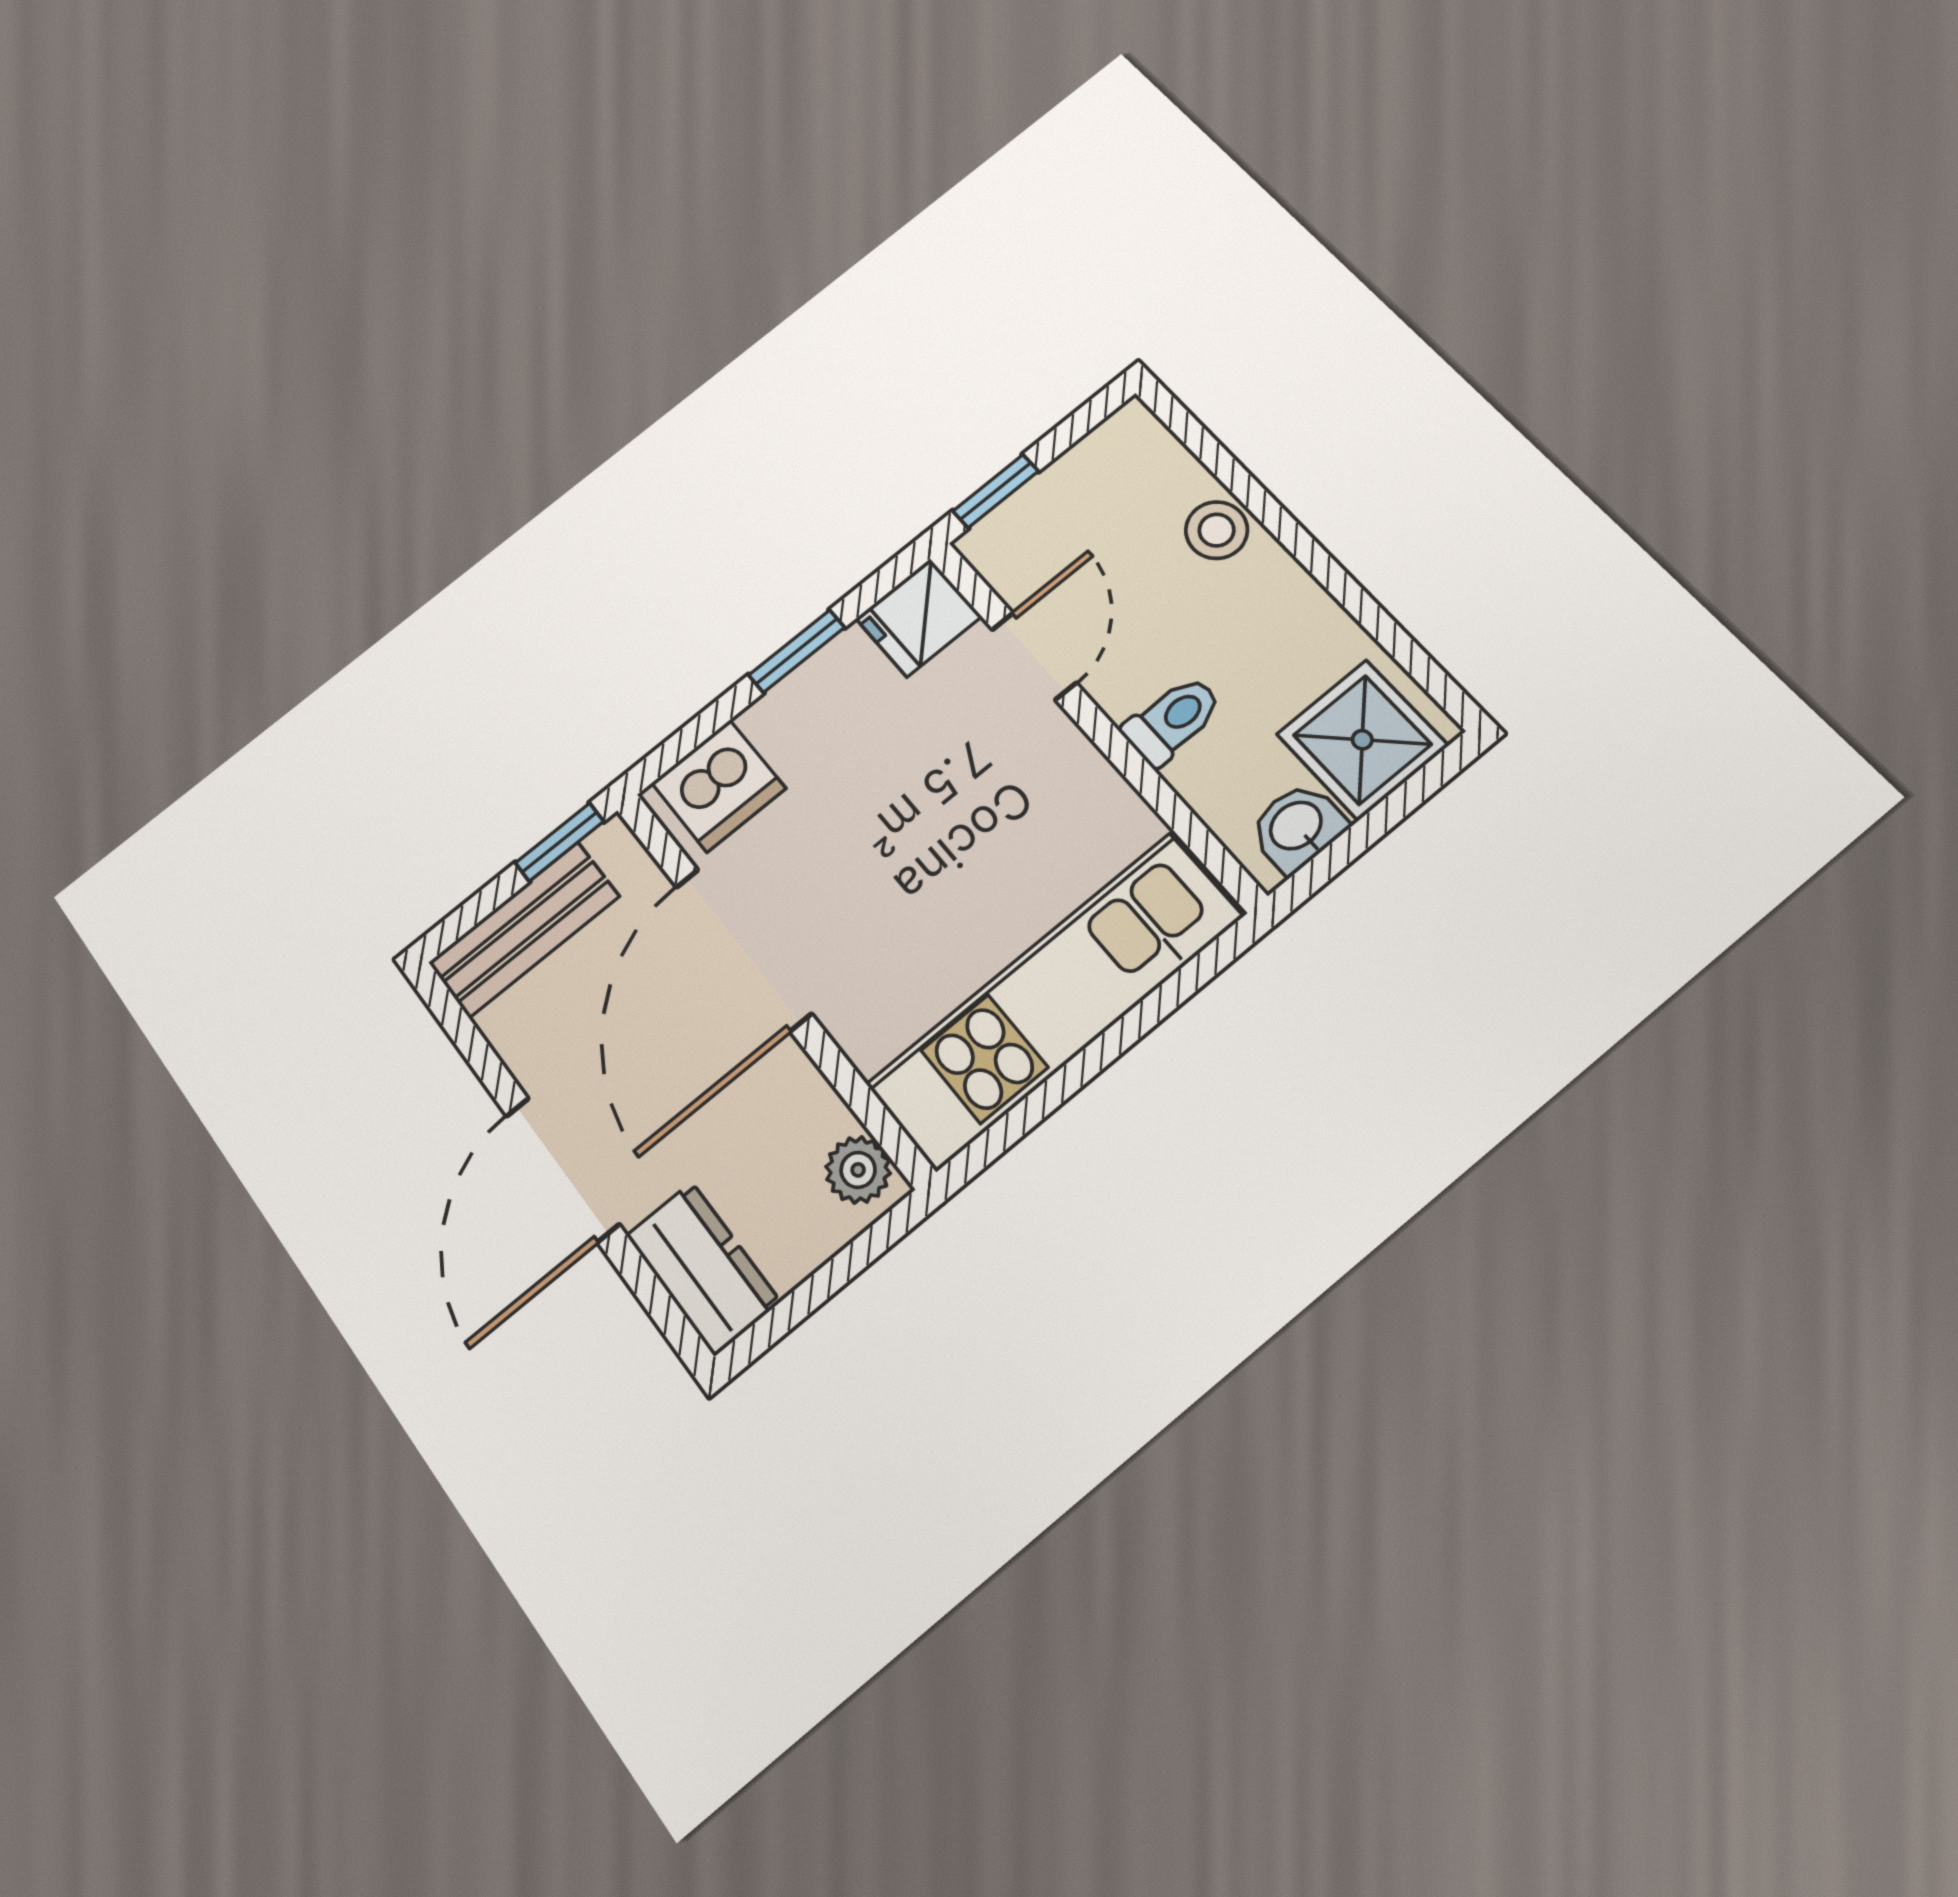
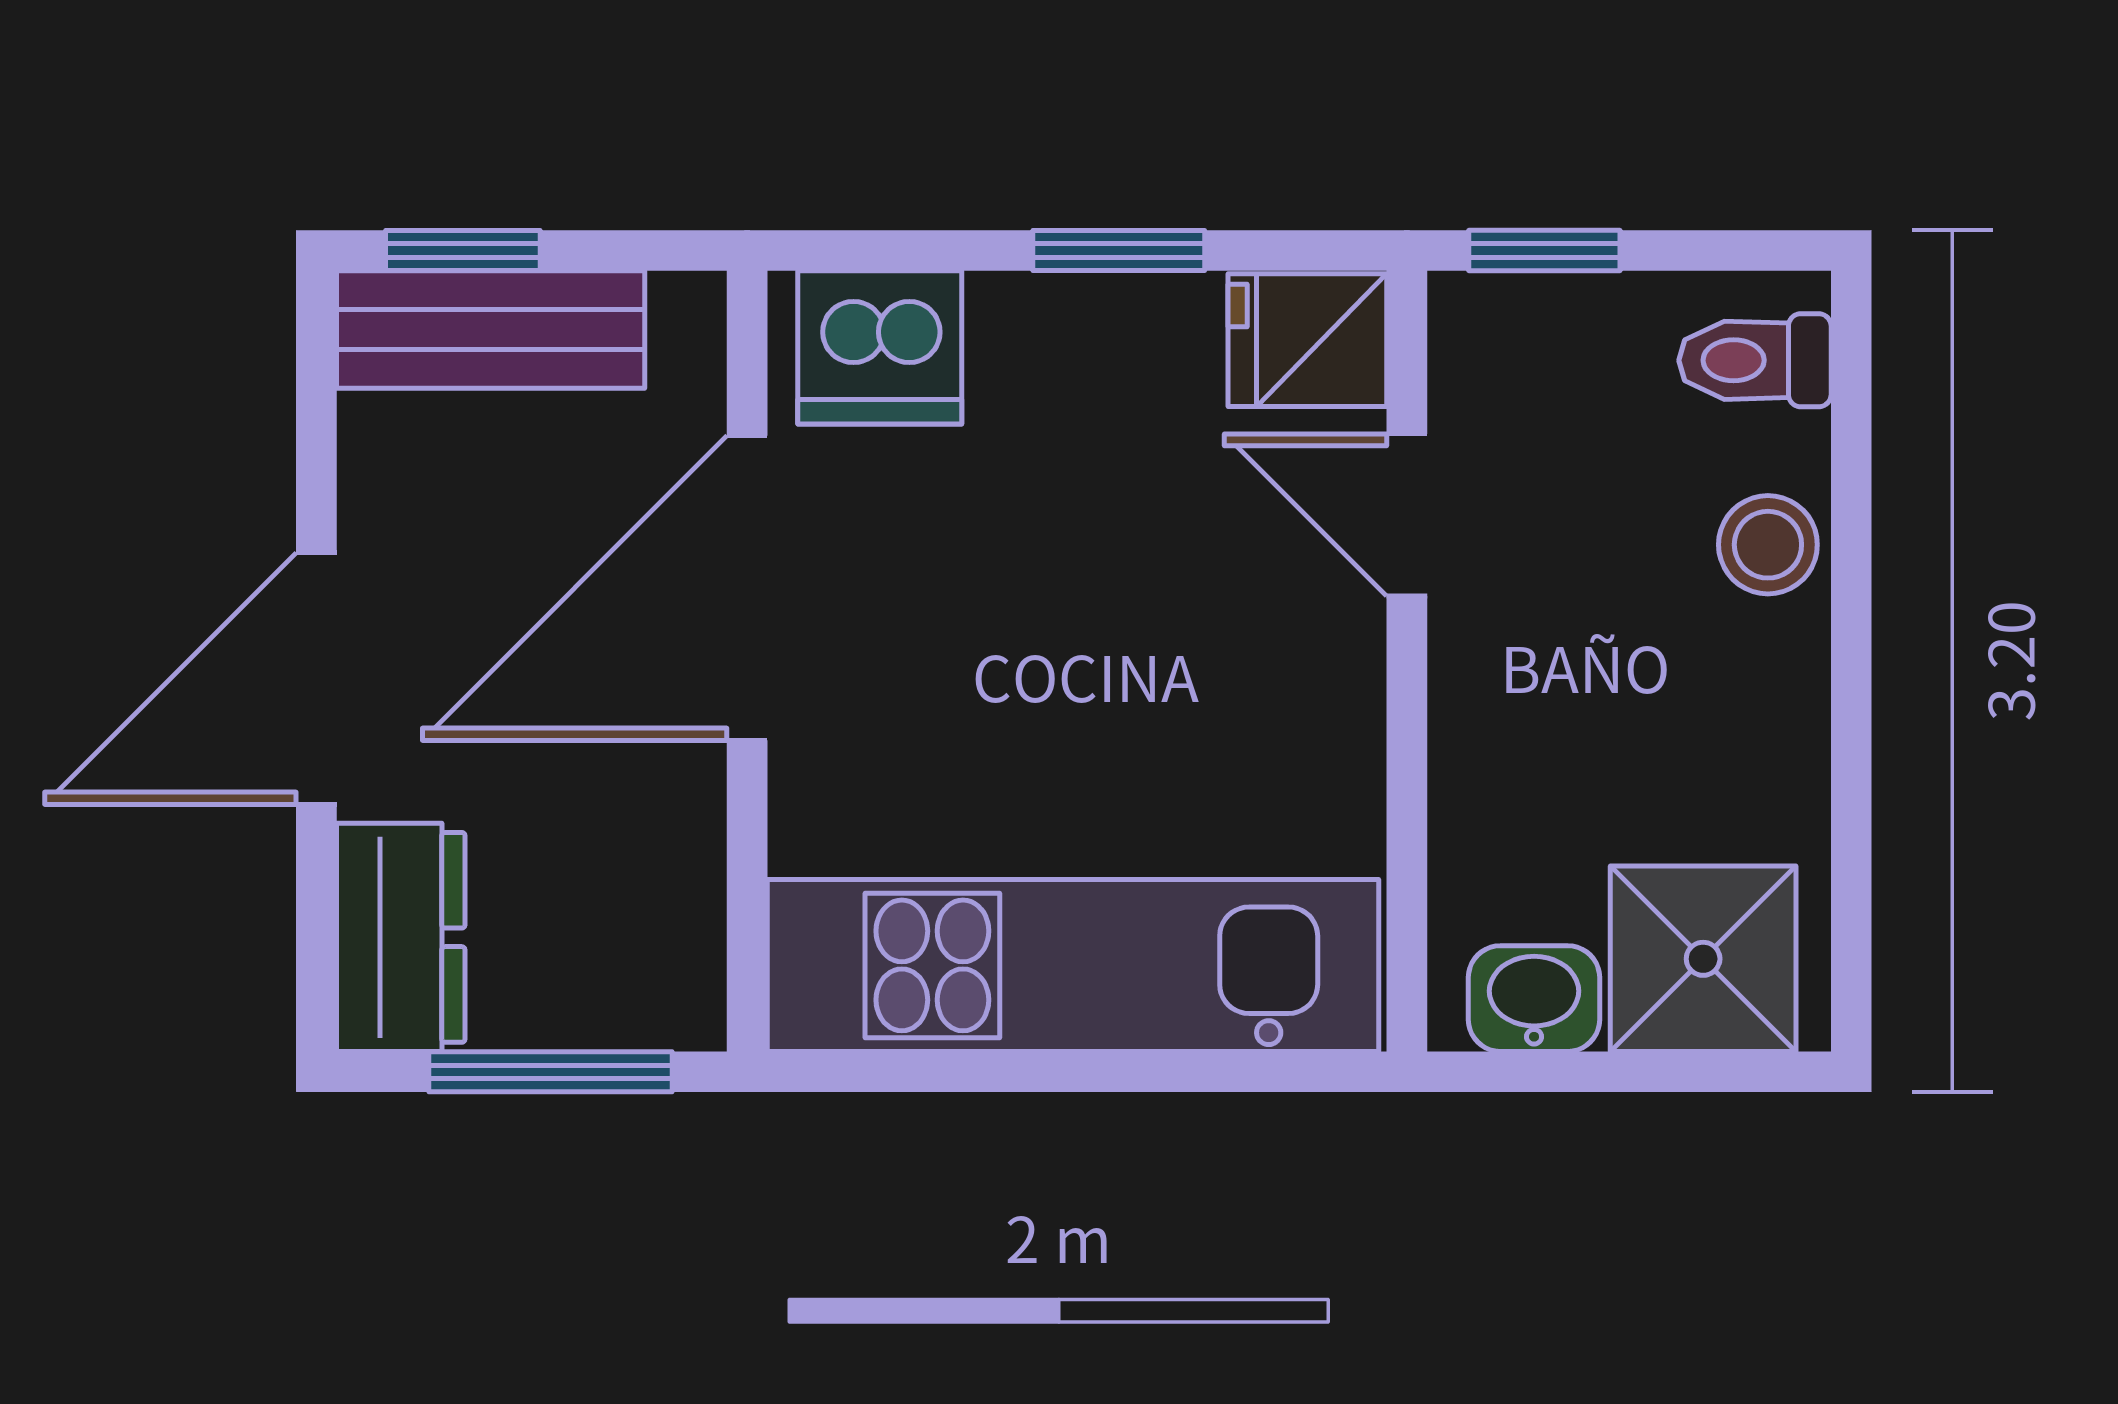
door: (1034, 656) -> (1407, 515), swing flipped
toilet: (1173, 720) -> (1755, 360), moved, turned 180
window: (559, 842) -> (463, 250), moved
plant: (858, 1170) -> (677, 973), removed
window: (833, 1276) -> (551, 1072), added

